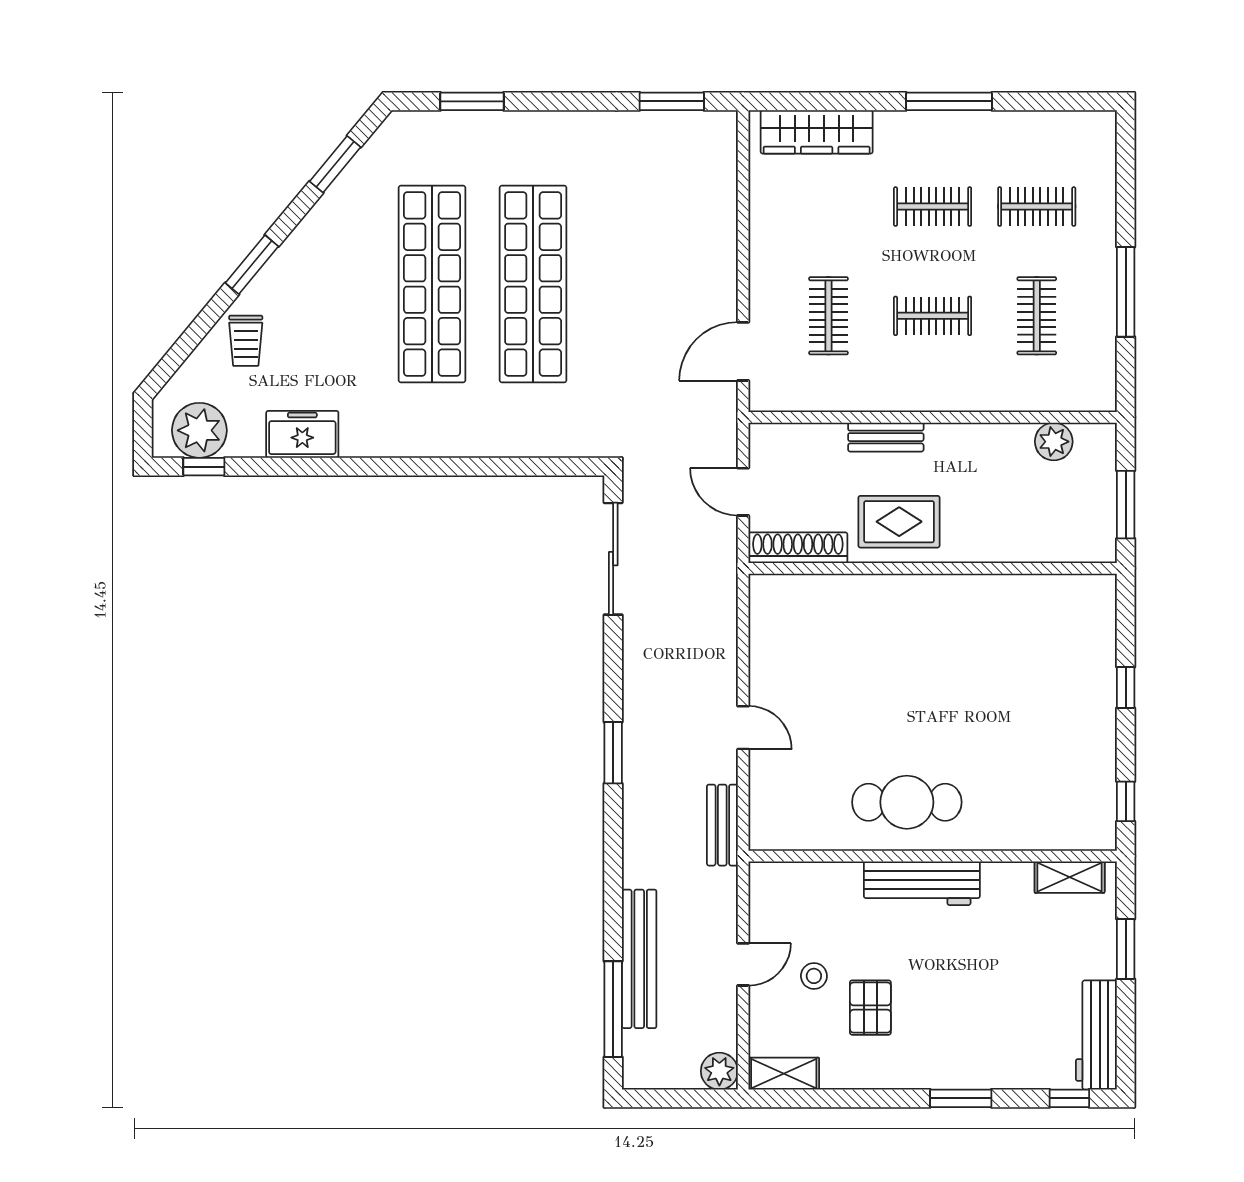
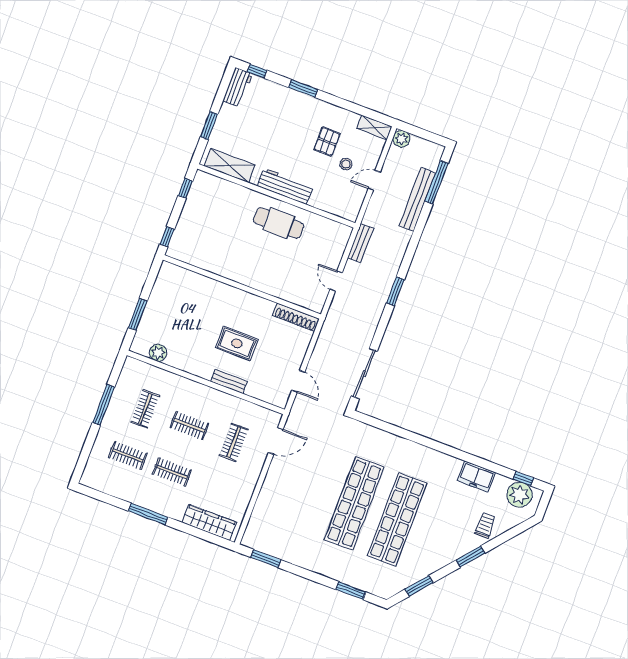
shoe rack: (798, 548) -> (296, 317), moved
wall: (933, 568) -> (242, 287), moved
shelving: (1070, 877) -> (230, 166), width x1.50, depth x1.33
workbench: (1096, 1035) -> (238, 87), width x0.73

